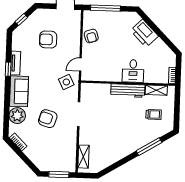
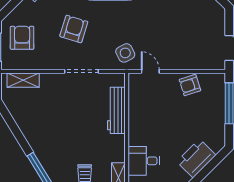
armchair: (48, 39) -> (22, 38), moved
desk: (133, 71) -> (144, 161), moved
workbench: (128, 91) -> (116, 110), moved

